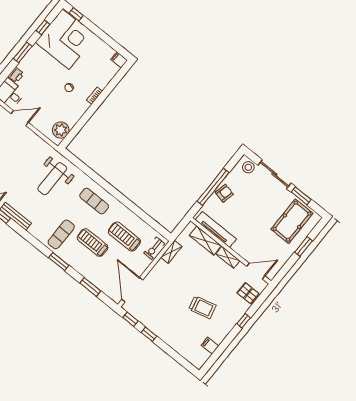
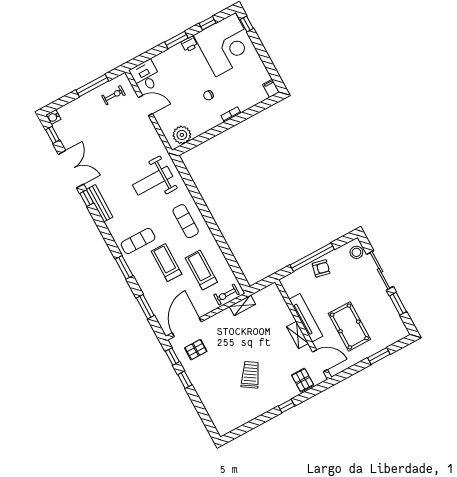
printer: (16, 75) -> (189, 44), moved
pool table: (292, 221) -> (349, 326), moved, turned 90
tv unit: (216, 229) -> (306, 318), moved
shelving: (205, 241) -> (282, 308), removed
pallet: (148, 305) -> (196, 350), added
trolley: (202, 307) -> (250, 375), turned -133
filing cabinet: (210, 346) -> (242, 417), removed

